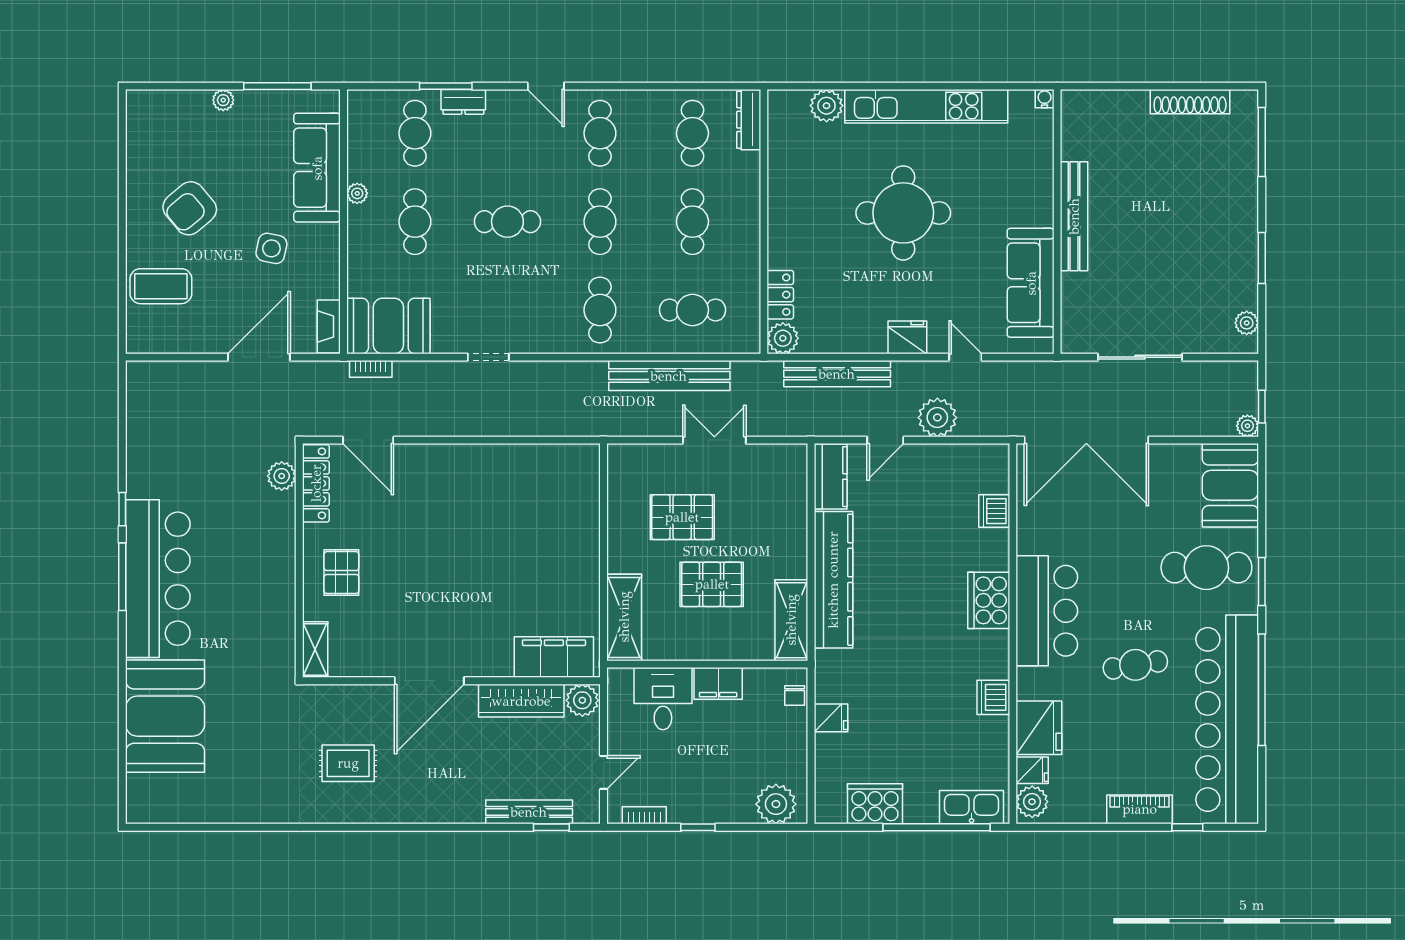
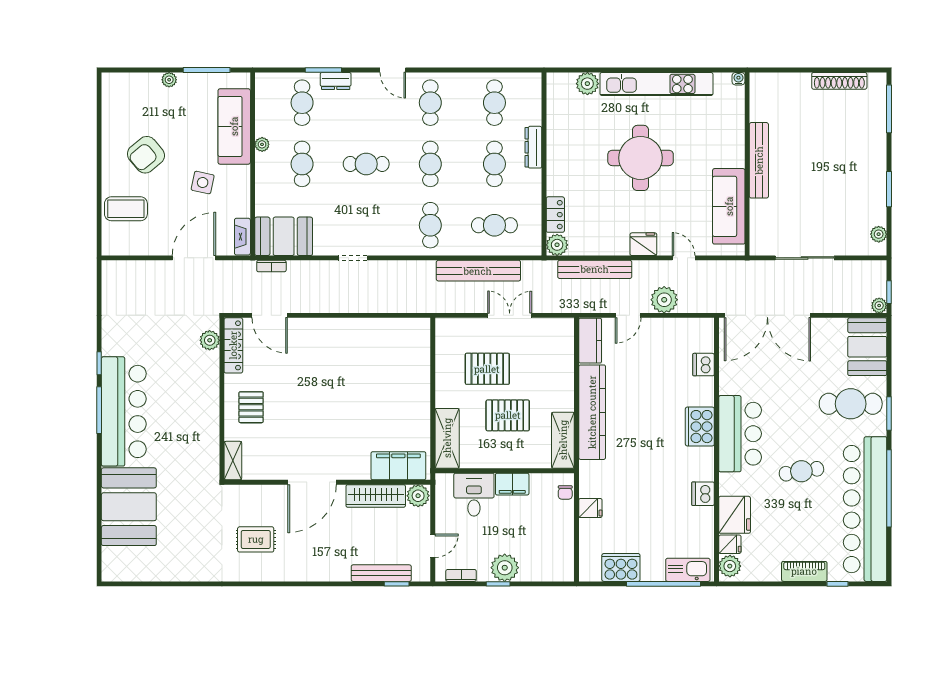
dresser: (749, 120) -> (533, 147), moved
plant: (776, 804) -> (505, 568), moved

